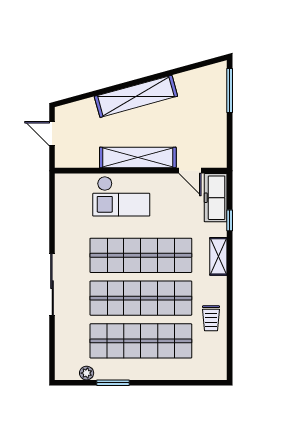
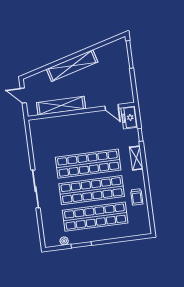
shelving: (138, 158) -> (61, 106), moved
checkout: (121, 196) -> (71, 129), removed
freezer: (216, 198) -> (129, 118), width x0.71

